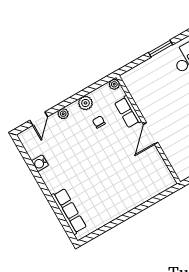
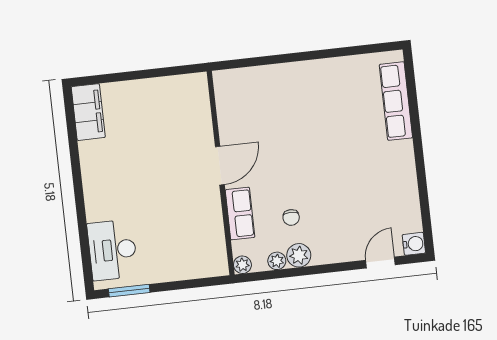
window: (161, 49) -> (129, 291), moved
plant: (63, 114) -> (277, 261), moved
water cooler: (40, 163) -> (414, 244), moved

